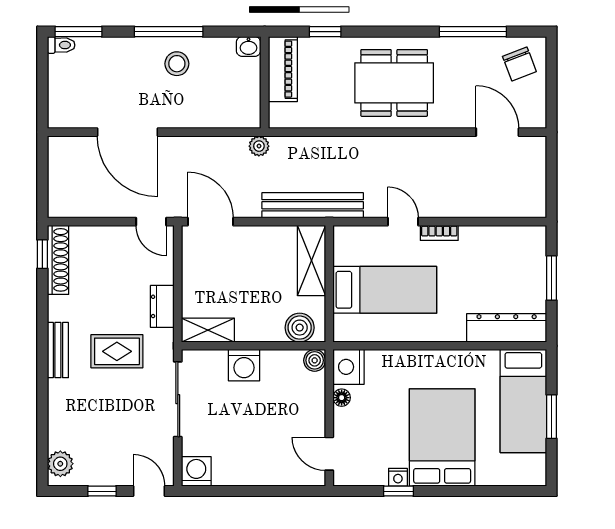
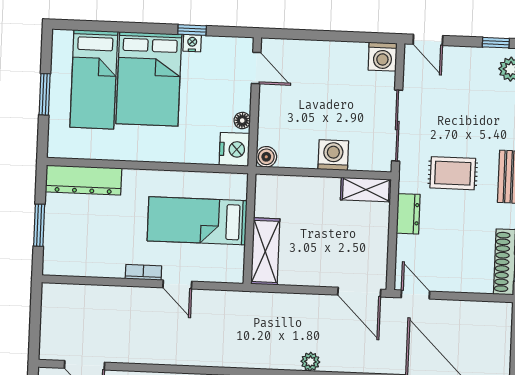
bench: (313, 205) -> (262, 304), removed
boiler: (300, 328) -> (279, 188), removed
bed: (523, 401) -> (94, 79), moved, turned 180
window: (102, 491) -> (496, 43), moved

